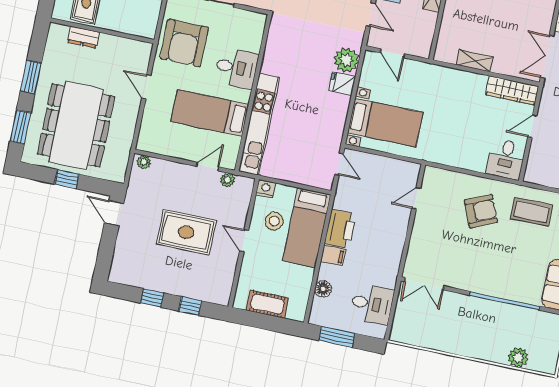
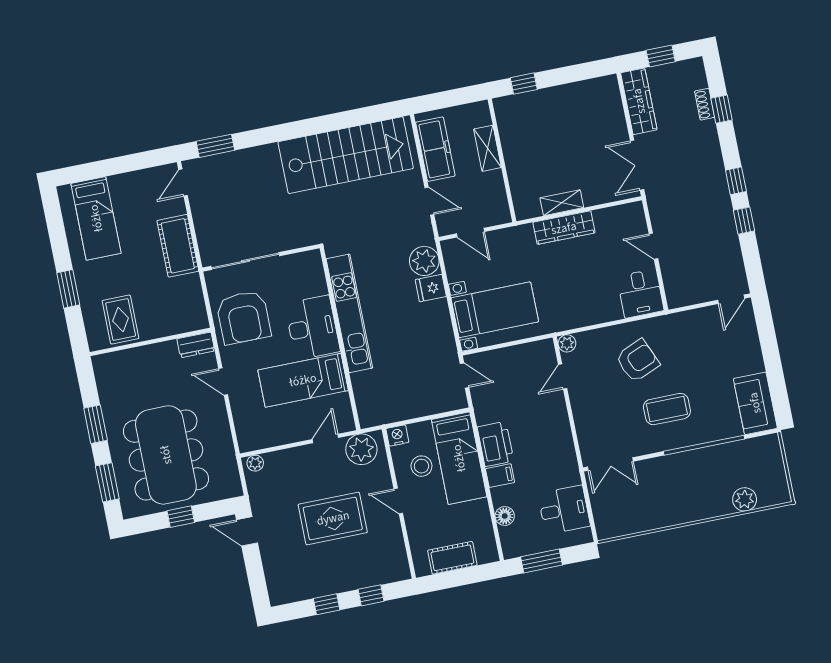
dresser: (83, 37) -> (196, 345), moved
desk: (236, 68) -> (312, 328), width x1.37
wardrobe: (512, 90) -> (564, 228), moved
kitchen unit: (259, 124) -> (349, 313), moved
door: (532, 126) -> (653, 246), hinge flipped
plant: (431, 174) -> (567, 343), added
plant: (228, 180) -> (361, 449), width x1.87, depth x1.87
coffee table: (531, 212) -> (667, 409), moved

